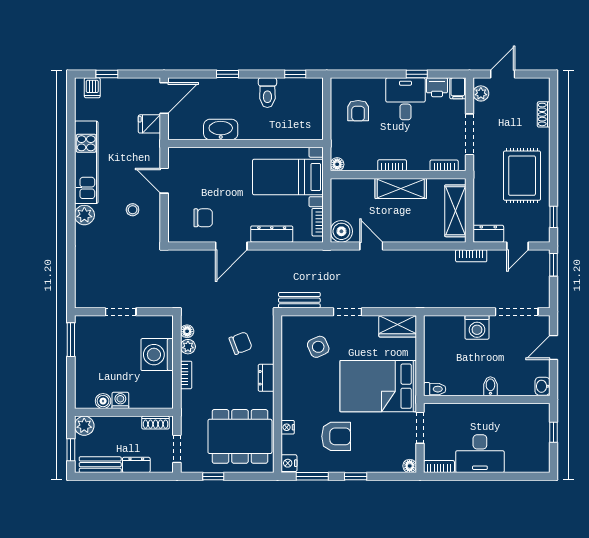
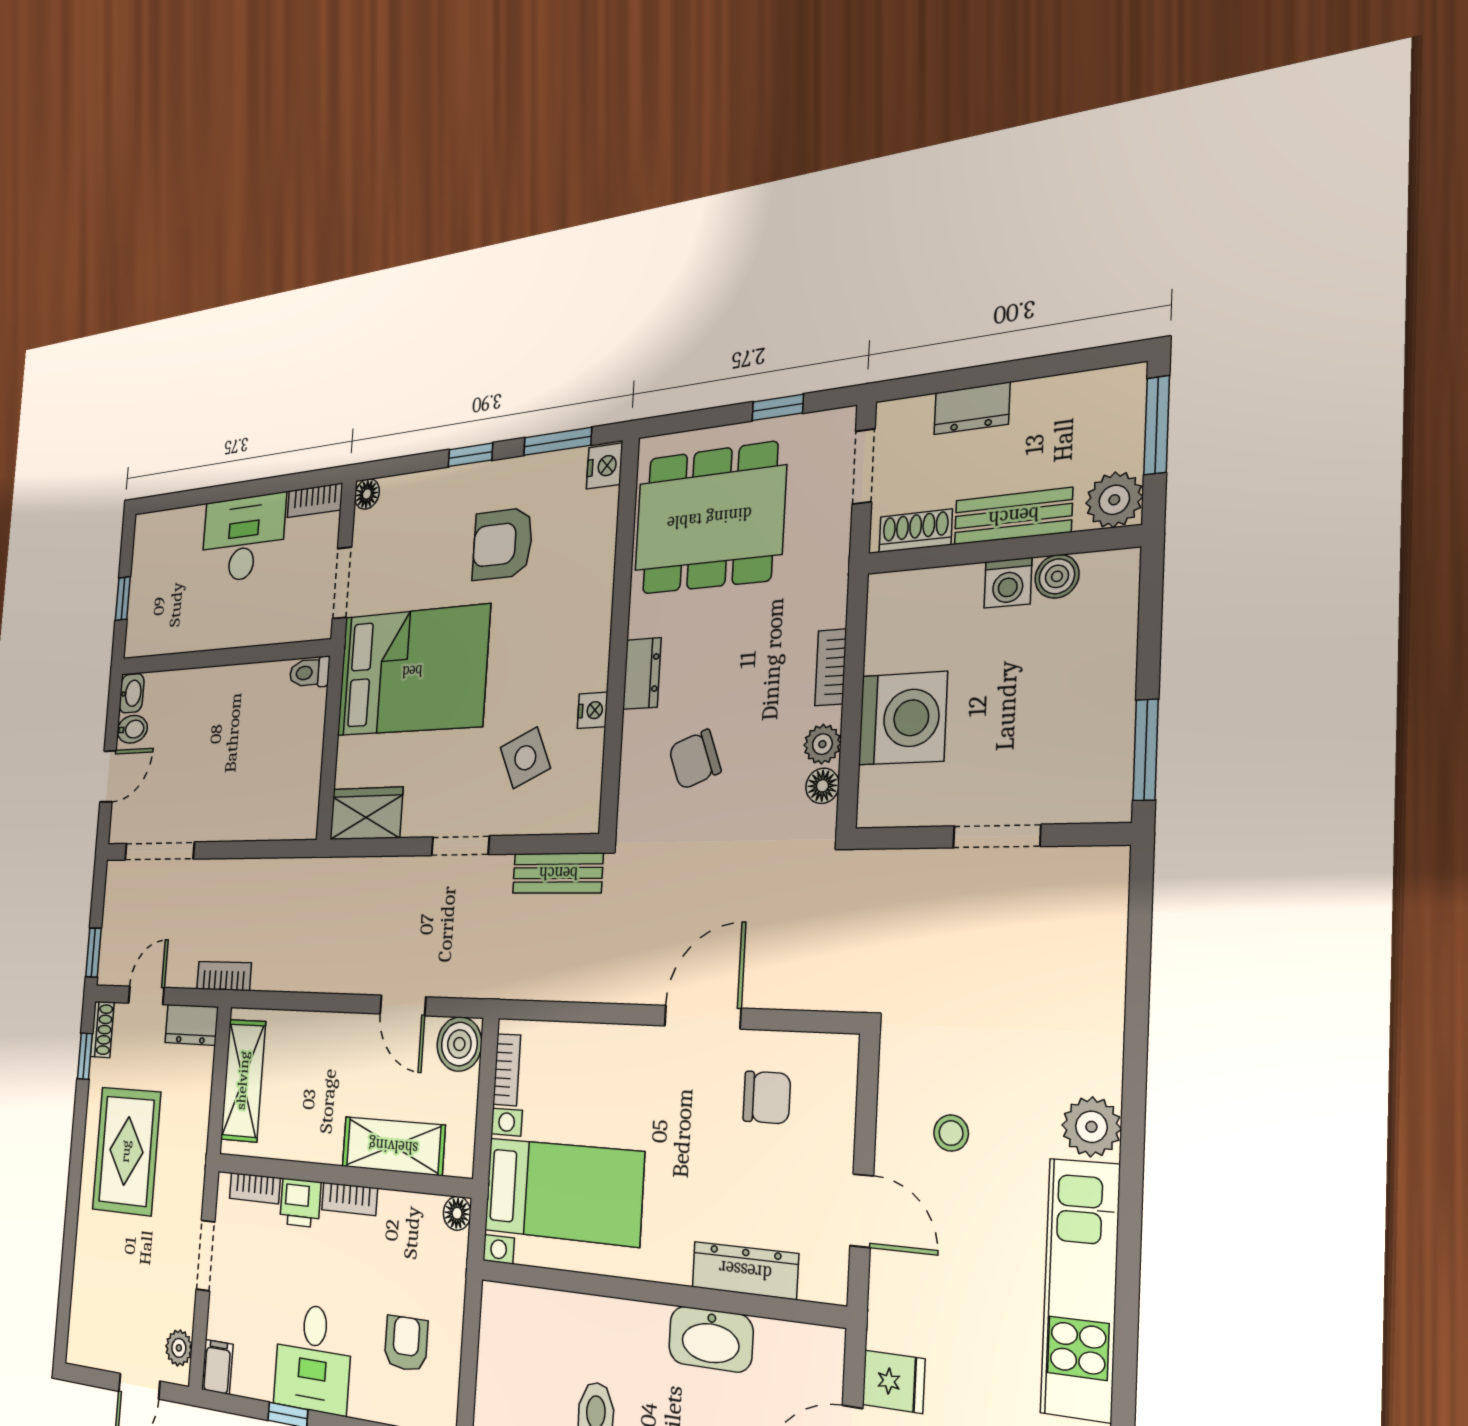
printer: (437, 87) -> (300, 1203), moved, turned 180
shoe rack: (544, 114) -> (102, 1030), moved
doorway: (469, 134) -> (206, 1256), width x0.73
shelving: (401, 189) -> (393, 1146), moved
chair: (203, 218) -> (767, 1097), turned 180
dresser: (272, 234) -> (745, 1270), moved, turned 180
washing machine: (477, 327) -> (227, 815), removed
bidet: (490, 386) -> (132, 729), moved, turned -90
nightstand: (288, 427) -> (593, 710), moved
window: (71, 450) -> (1157, 425), width x1.50
bench: (100, 465) -> (1013, 516), moved

